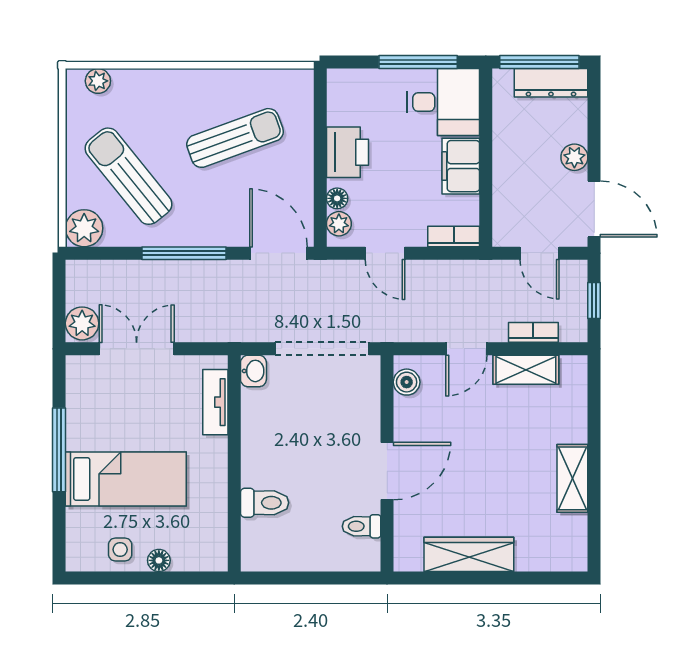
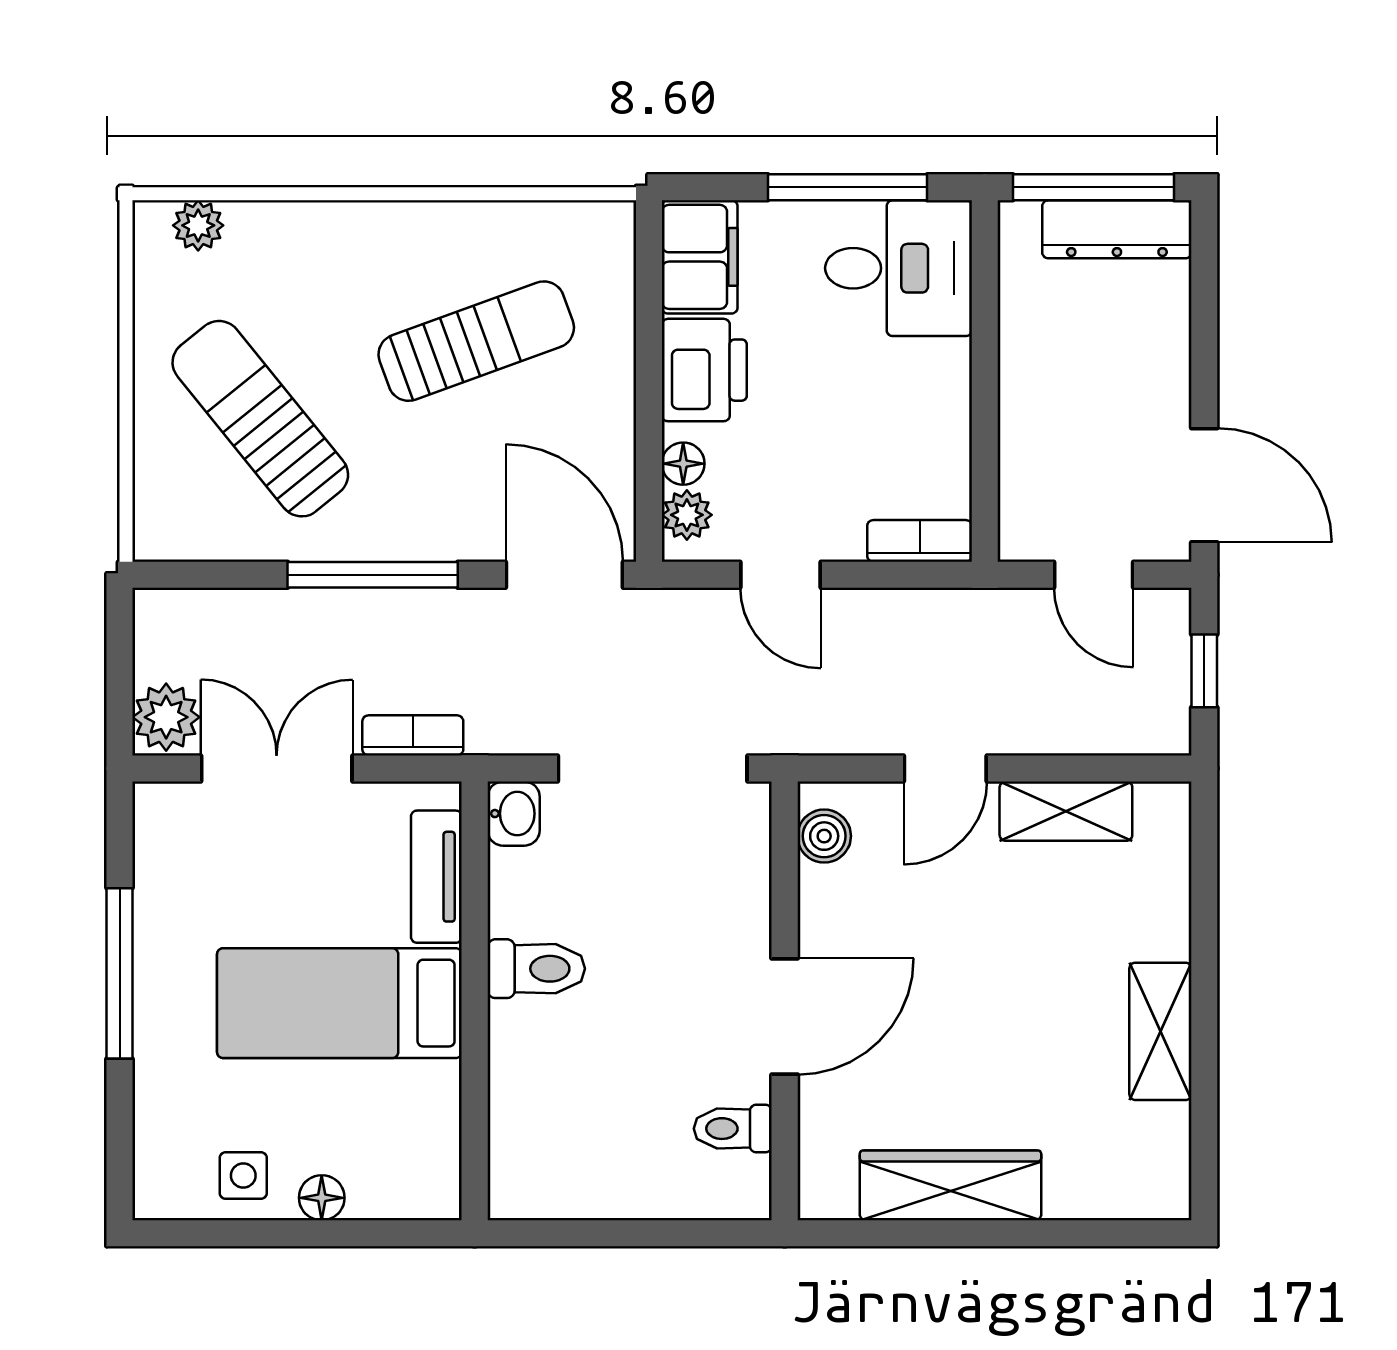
plant: (574, 157) -> (1164, 380), removed
filing cabinet: (461, 166) -> (700, 257), moved, turned 180
plant: (84, 228) -> (170, 524), removed
bookcase: (533, 332) -> (413, 735), moved
bed: (126, 479) -> (339, 1003), moved, turned 180
toilet: (265, 503) -> (536, 969), moved

